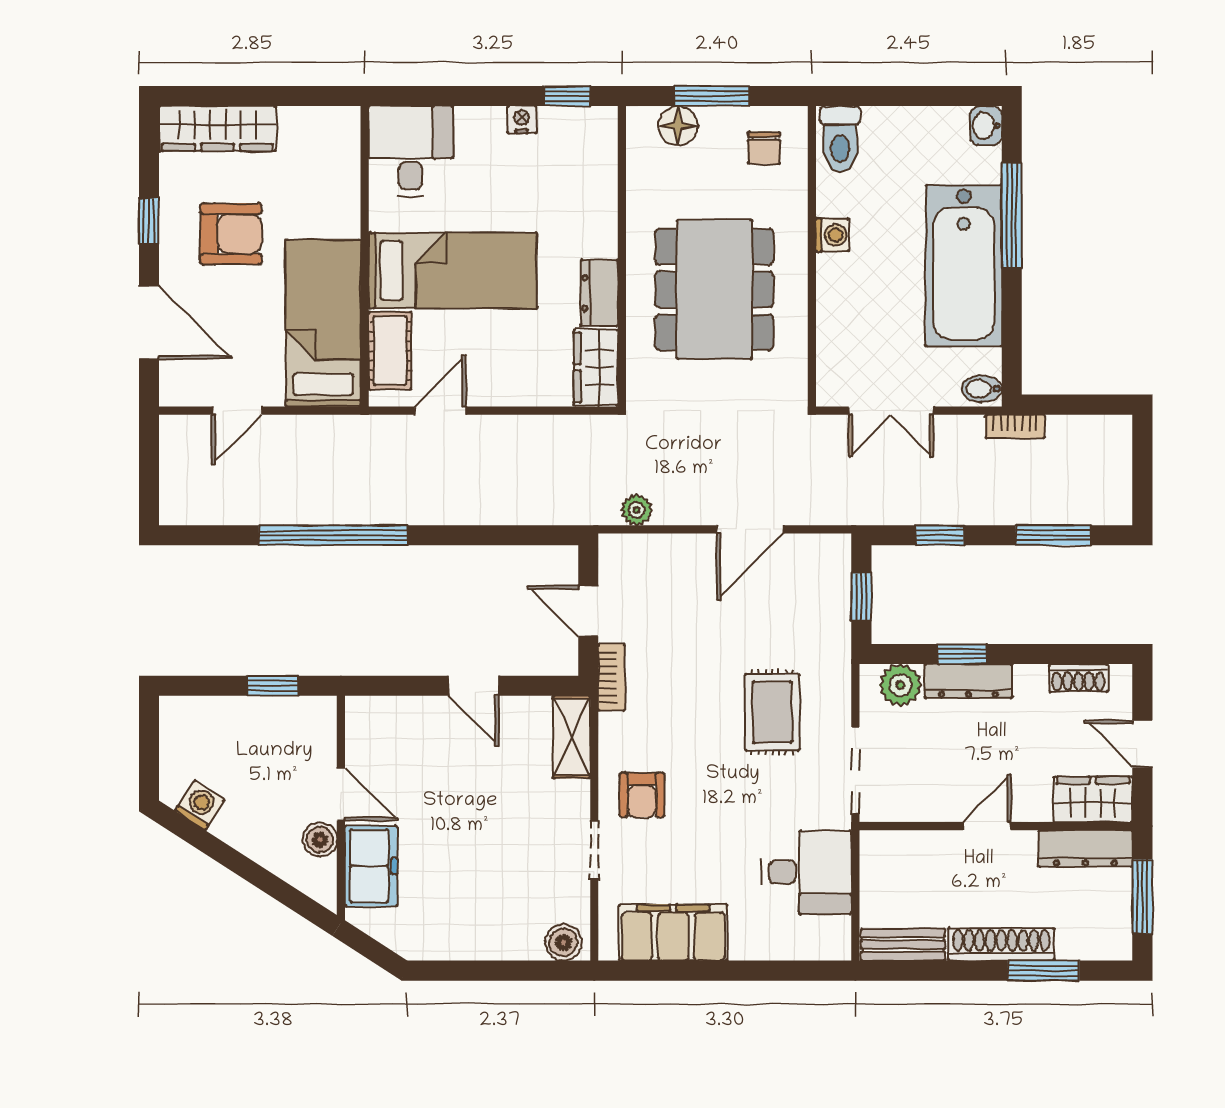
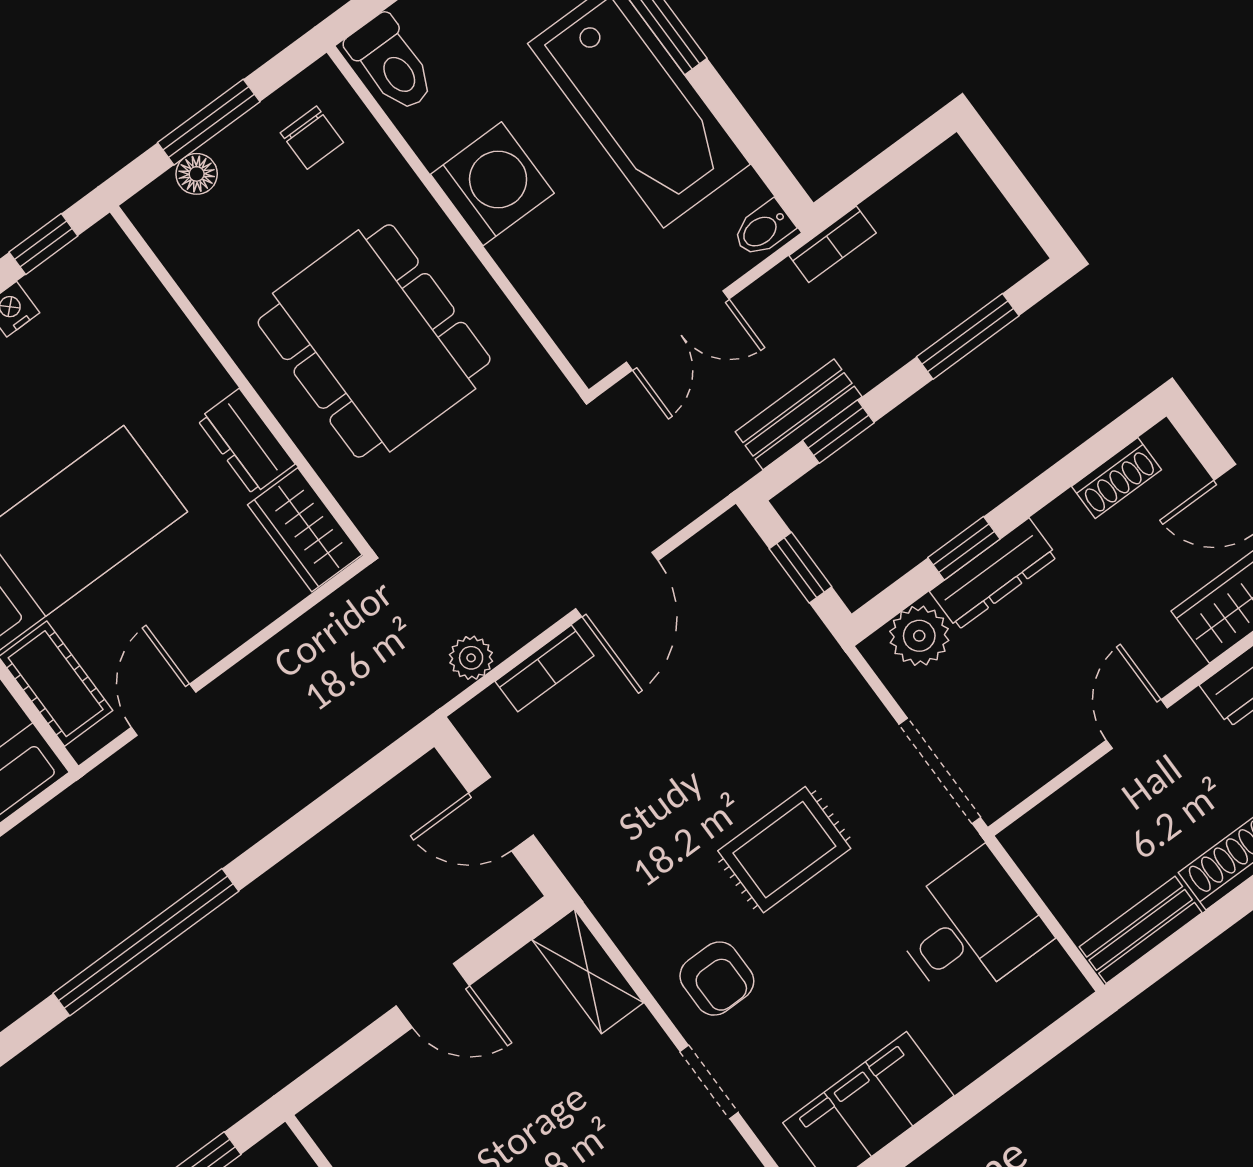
floor lamp: (678, 126) -> (197, 174), width x0.73, depth x0.73
washing machine: (832, 235) -> (492, 184), width x1.89, depth x1.89
bench: (924, 509) -> (799, 414), added
bookcase: (612, 677) -> (545, 668), moved, turned 90
rug: (772, 712) -> (784, 850), moved, turned 90

